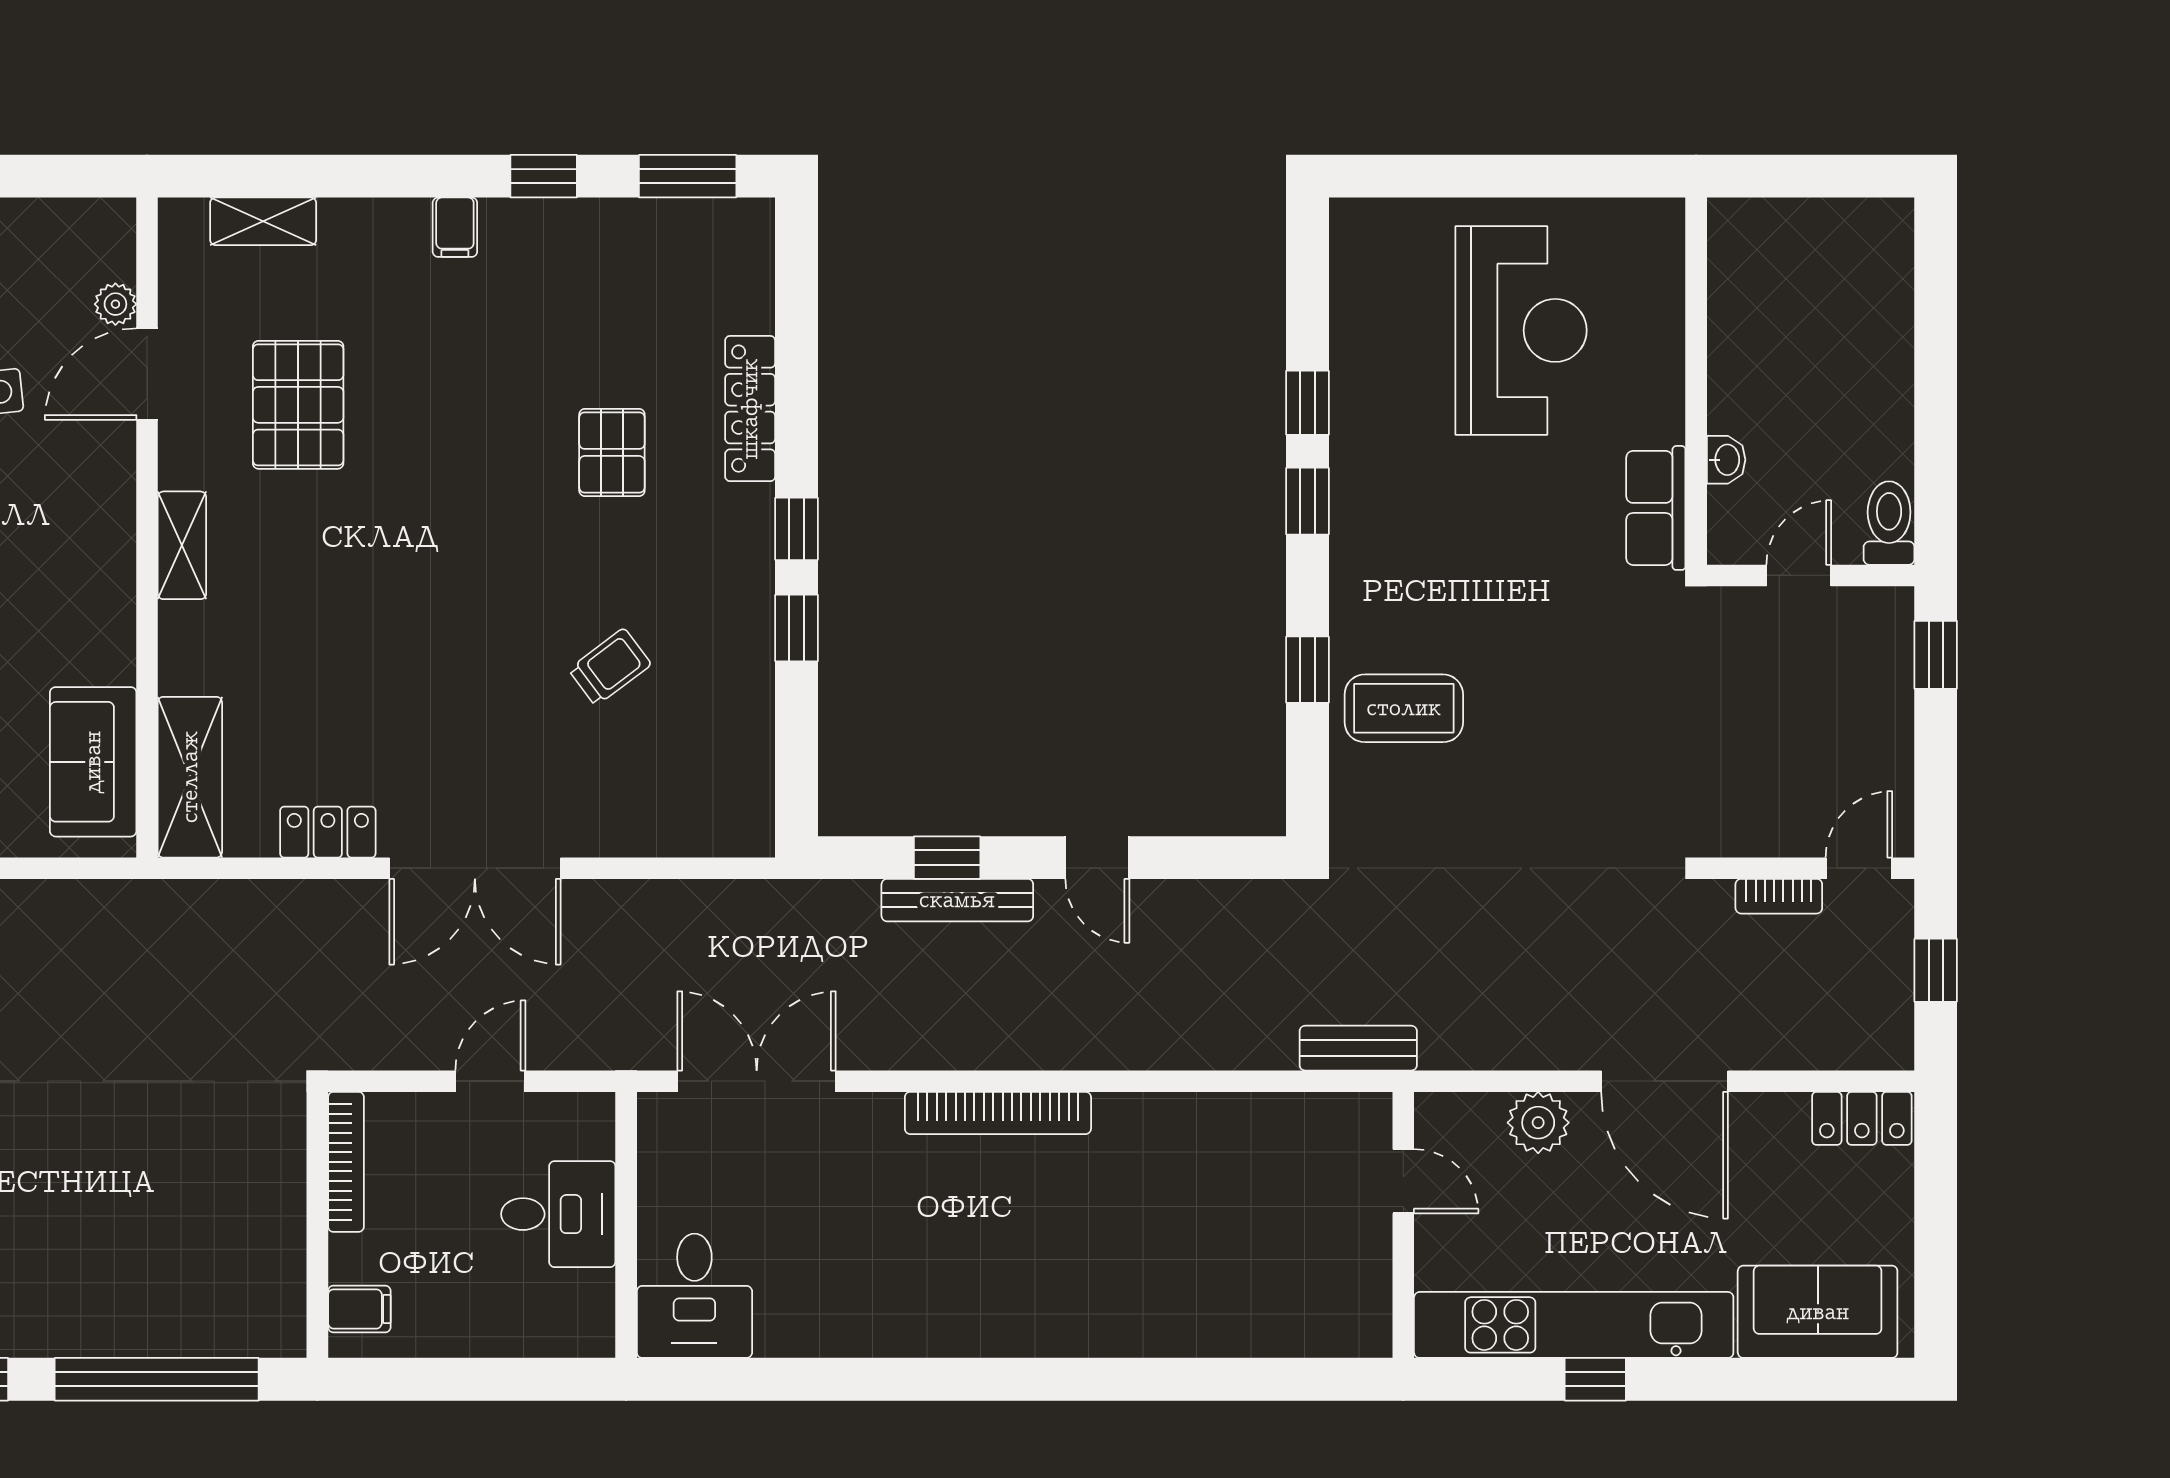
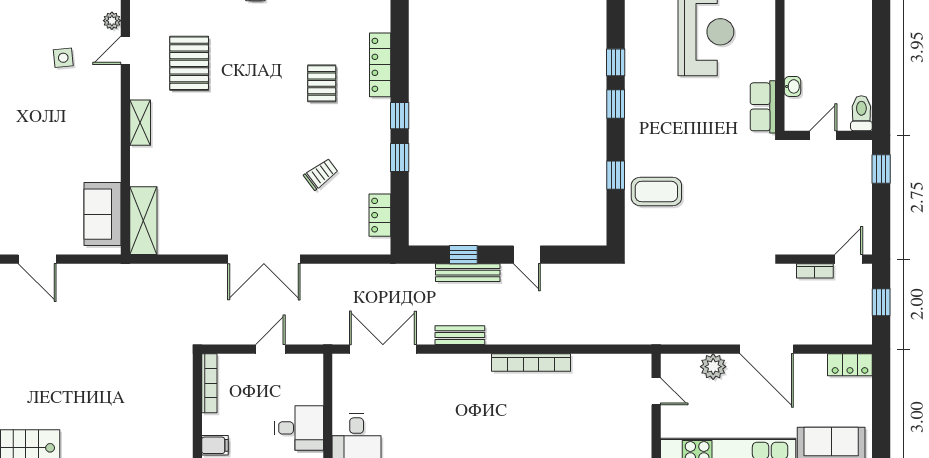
door: (147, 374) -> (125, 50), width x0.73
locker: (328, 832) -> (380, 215), moved, turned -90
bench: (1358, 1048) -> (460, 335), moved
bookcase: (998, 1113) -> (531, 362), moved
desk: (558, 1214) -> (299, 428), moved

